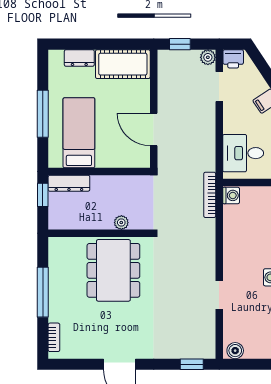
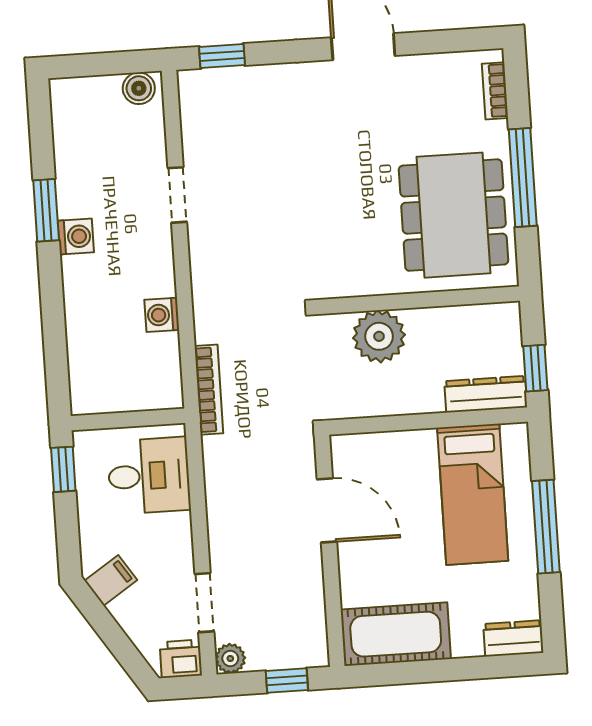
dresser: (79, 58) -> (513, 638), moved
washing machine: (231, 195) -> (162, 315), moved
plant: (121, 223) -> (379, 336), width x1.88, depth x1.88
dining table: (113, 270) -> (454, 215), moved

